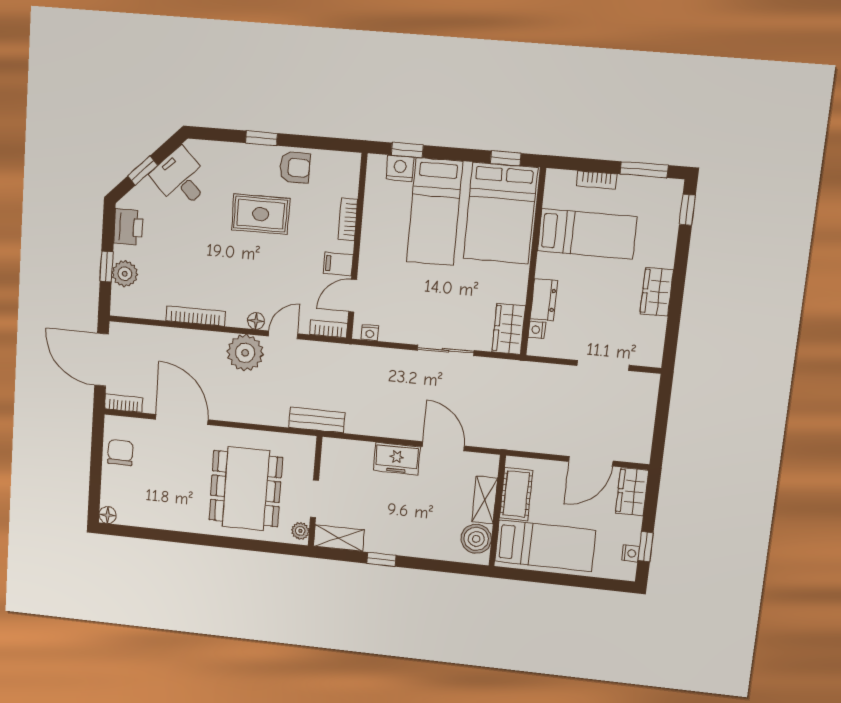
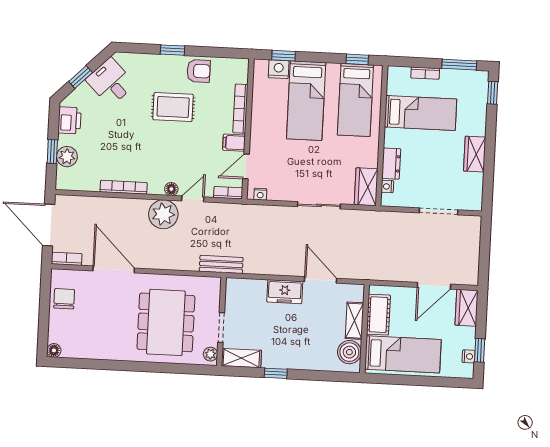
bed: (500, 213) -> (355, 100), width x0.67
bookcase: (348, 219) -> (240, 109), width x1.56

